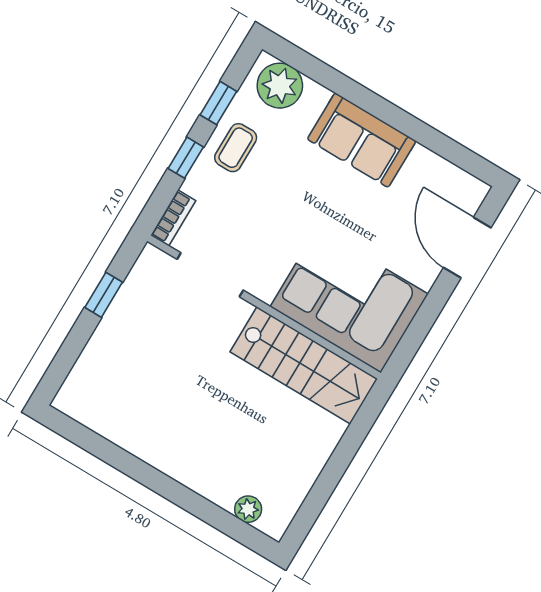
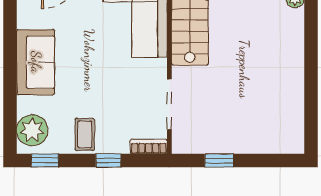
window: (218, 103) -> (45, 160), moved
coffee table: (236, 148) -> (85, 134), turned 90

